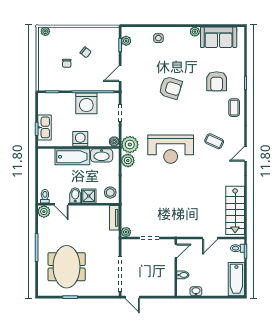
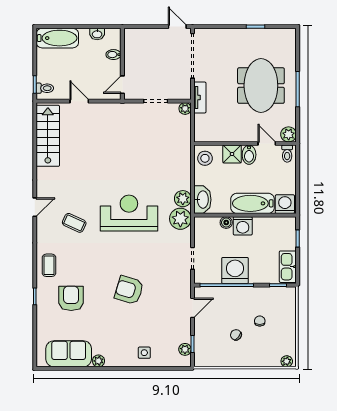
kitchen sink: (44, 127) -> (288, 267), moved
boiler: (114, 142) -> (226, 223), moved
washbasin: (102, 155) -> (202, 200), moved, turned 90
washing machine: (47, 156) -> (285, 204), added
tv unit: (114, 218) -> (200, 98), moved
door: (210, 238) -> (79, 101), hinge flipped
meeting table: (67, 267) -> (261, 86), moved
bathtub: (236, 279) -> (57, 38), moved, turned 90

